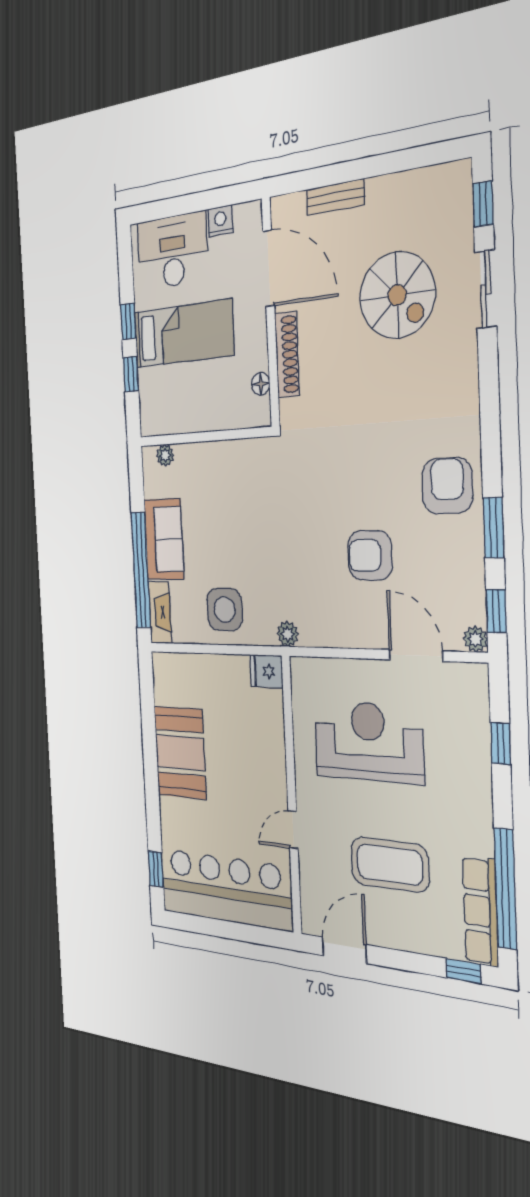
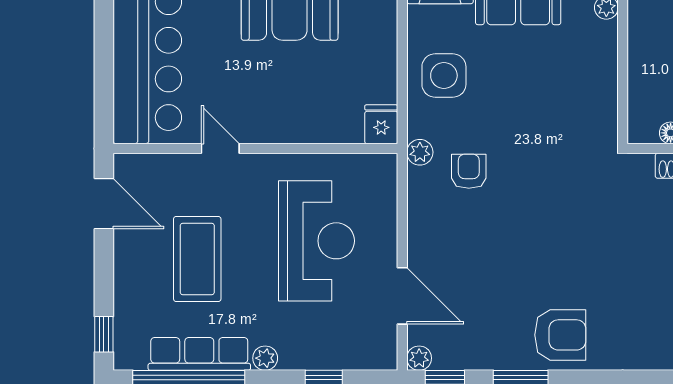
armchair: (370, 555) -> (469, 171), moved, width x0.72, depth x0.72
door: (416, 655) -> (402, 296), hinge flipped
plant: (481, 805) -> (265, 358), added
row of seats: (480, 911) -> (199, 354), moved

